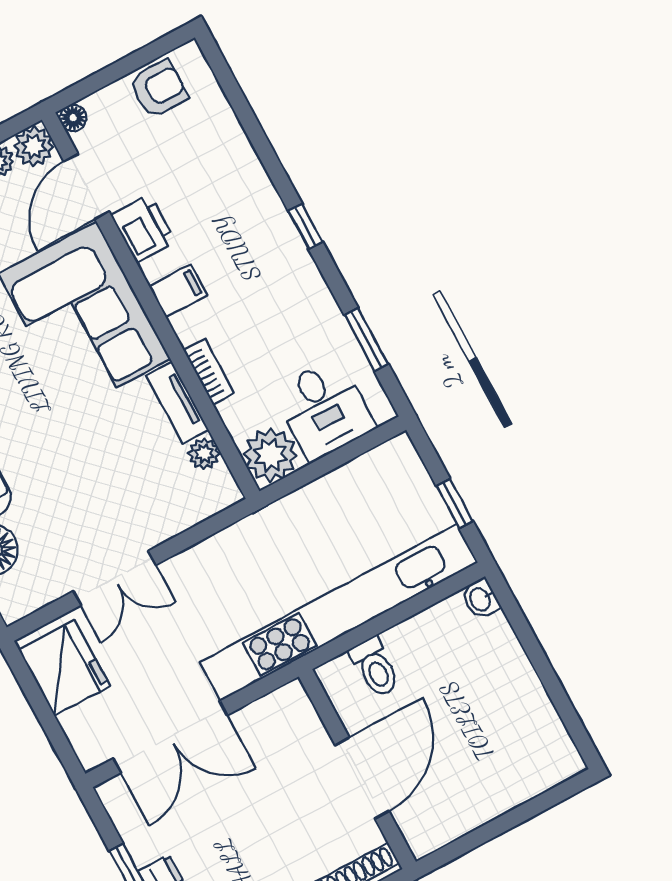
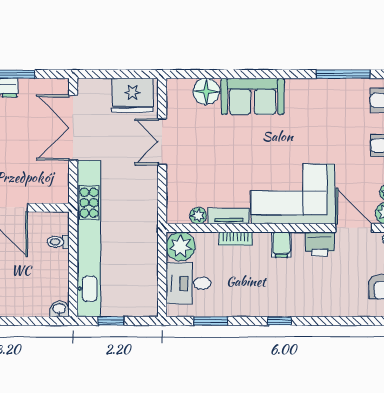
toilet: (375, 667) -> (58, 242), width x0.73, depth x0.72

